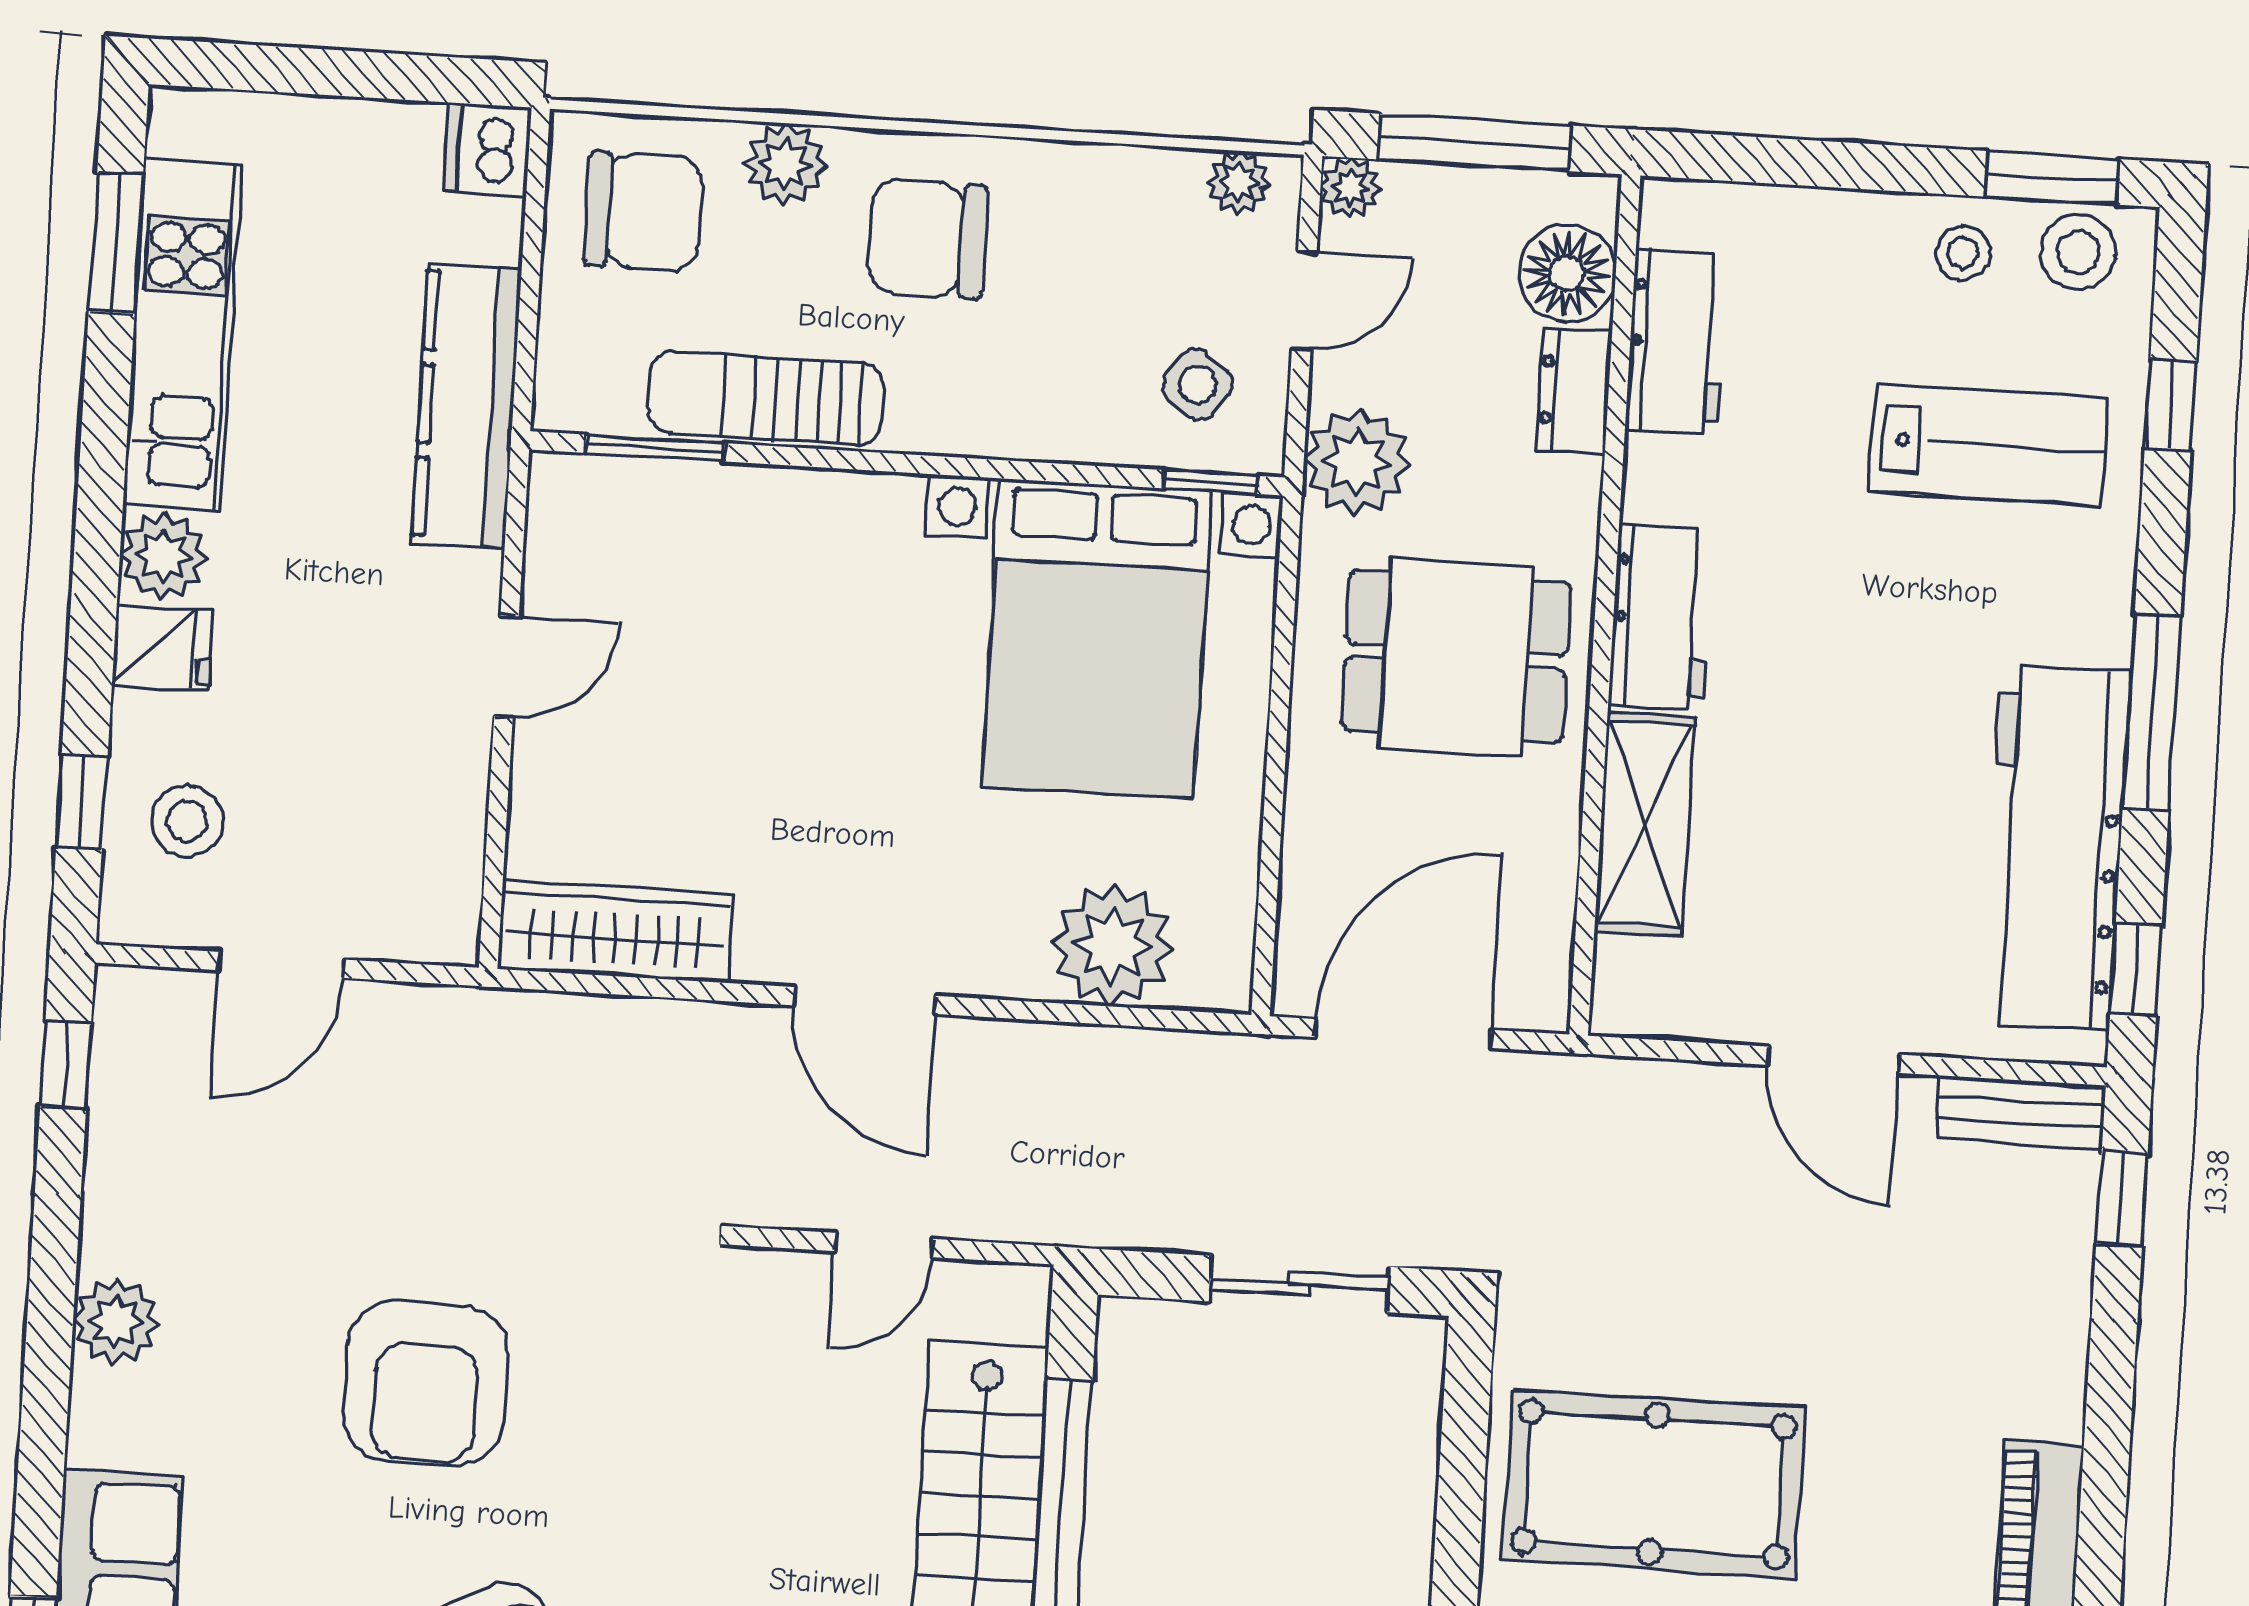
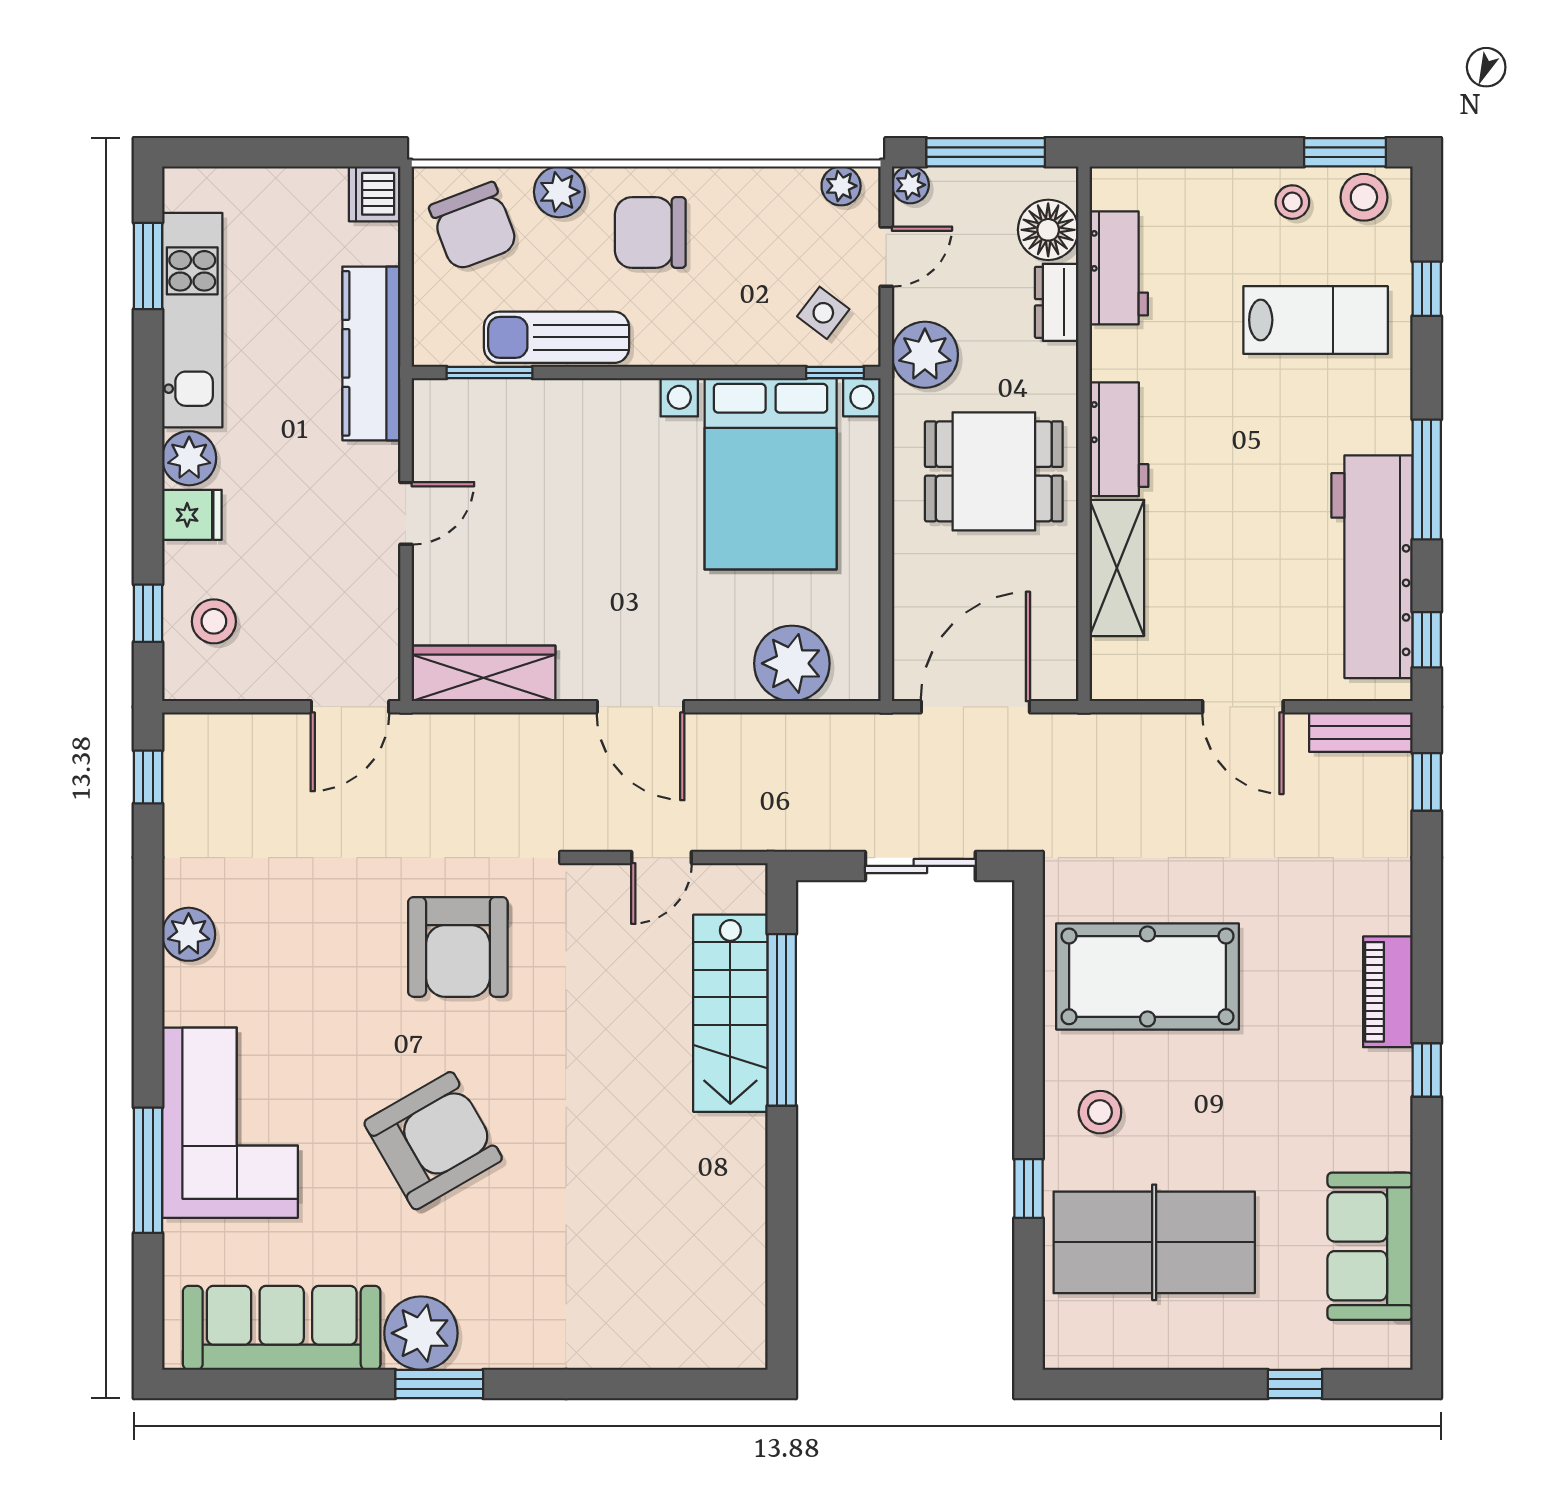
chair: (644, 211) -> (474, 226), turned 69
door: (281, 965) -> (350, 707), moved
armchair: (426, 1383) -> (458, 947), moved

